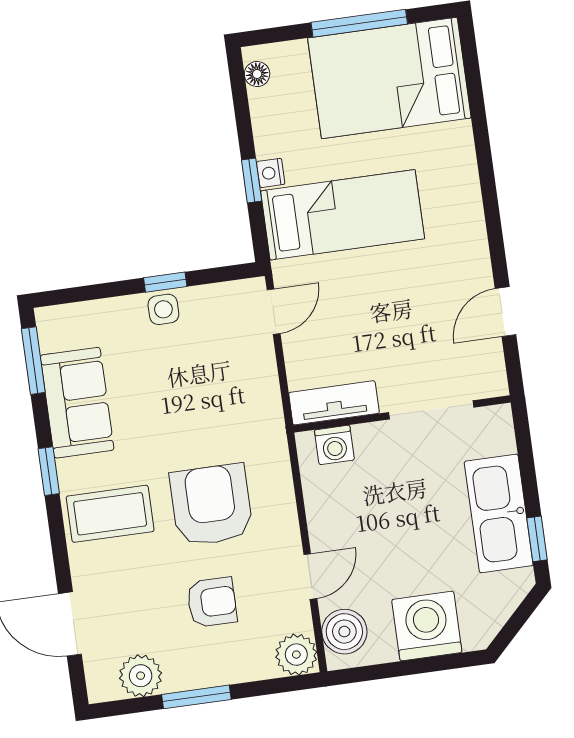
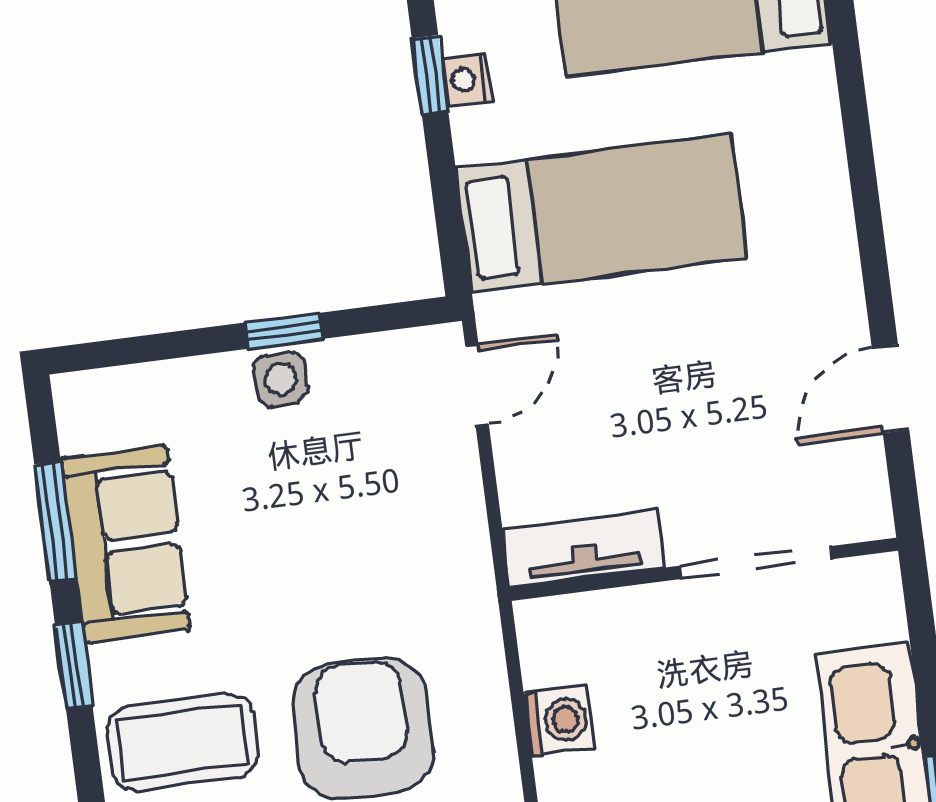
nightstand: (271, 173) -> (467, 80), moved
window: (252, 181) -> (430, 75), moved
window: (33, 361) -> (55, 521), moved
washing machine: (334, 445) -> (559, 721), moved, turned -90

